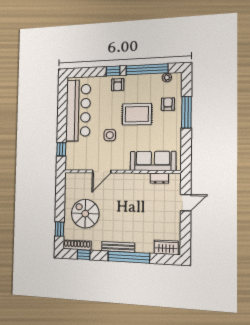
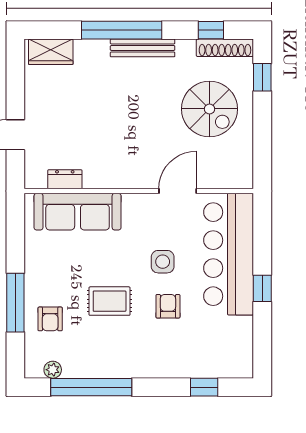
window: (113, 71) -> (204, 387), moved
armchair: (118, 85) -> (168, 306), moved
bar counter: (78, 110) -> (229, 254), moved
rug: (137, 114) -> (110, 301), width x0.73, depth x0.70
window: (61, 149) -> (262, 288), moved

